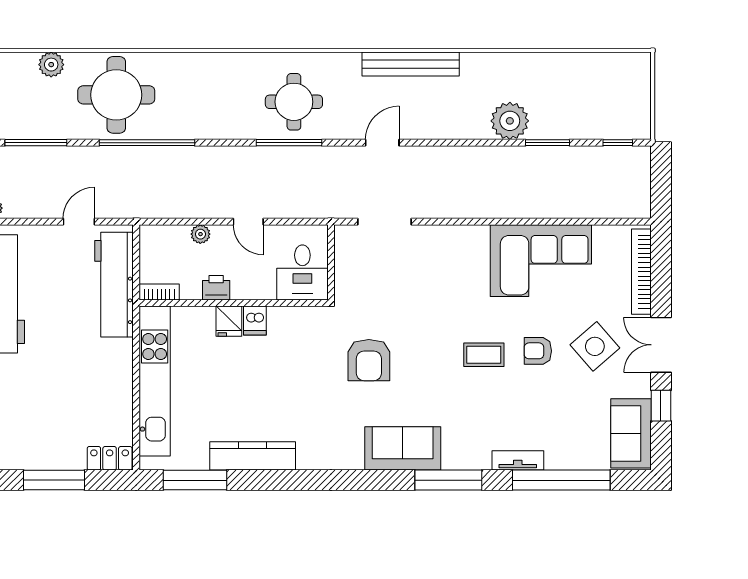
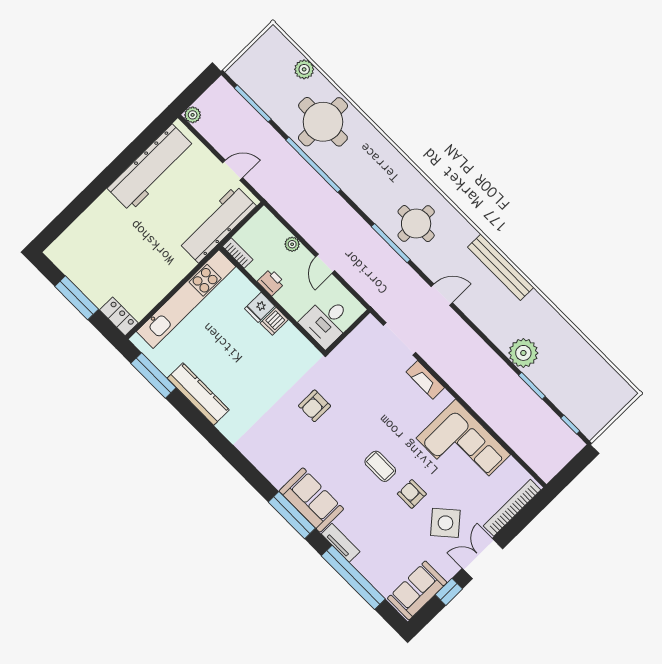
fireplace: (445, 235) -> (425, 380), added
armchair: (369, 360) -> (315, 406), width x0.72, depth x0.72
sofa: (403, 448) -> (311, 500), moved

